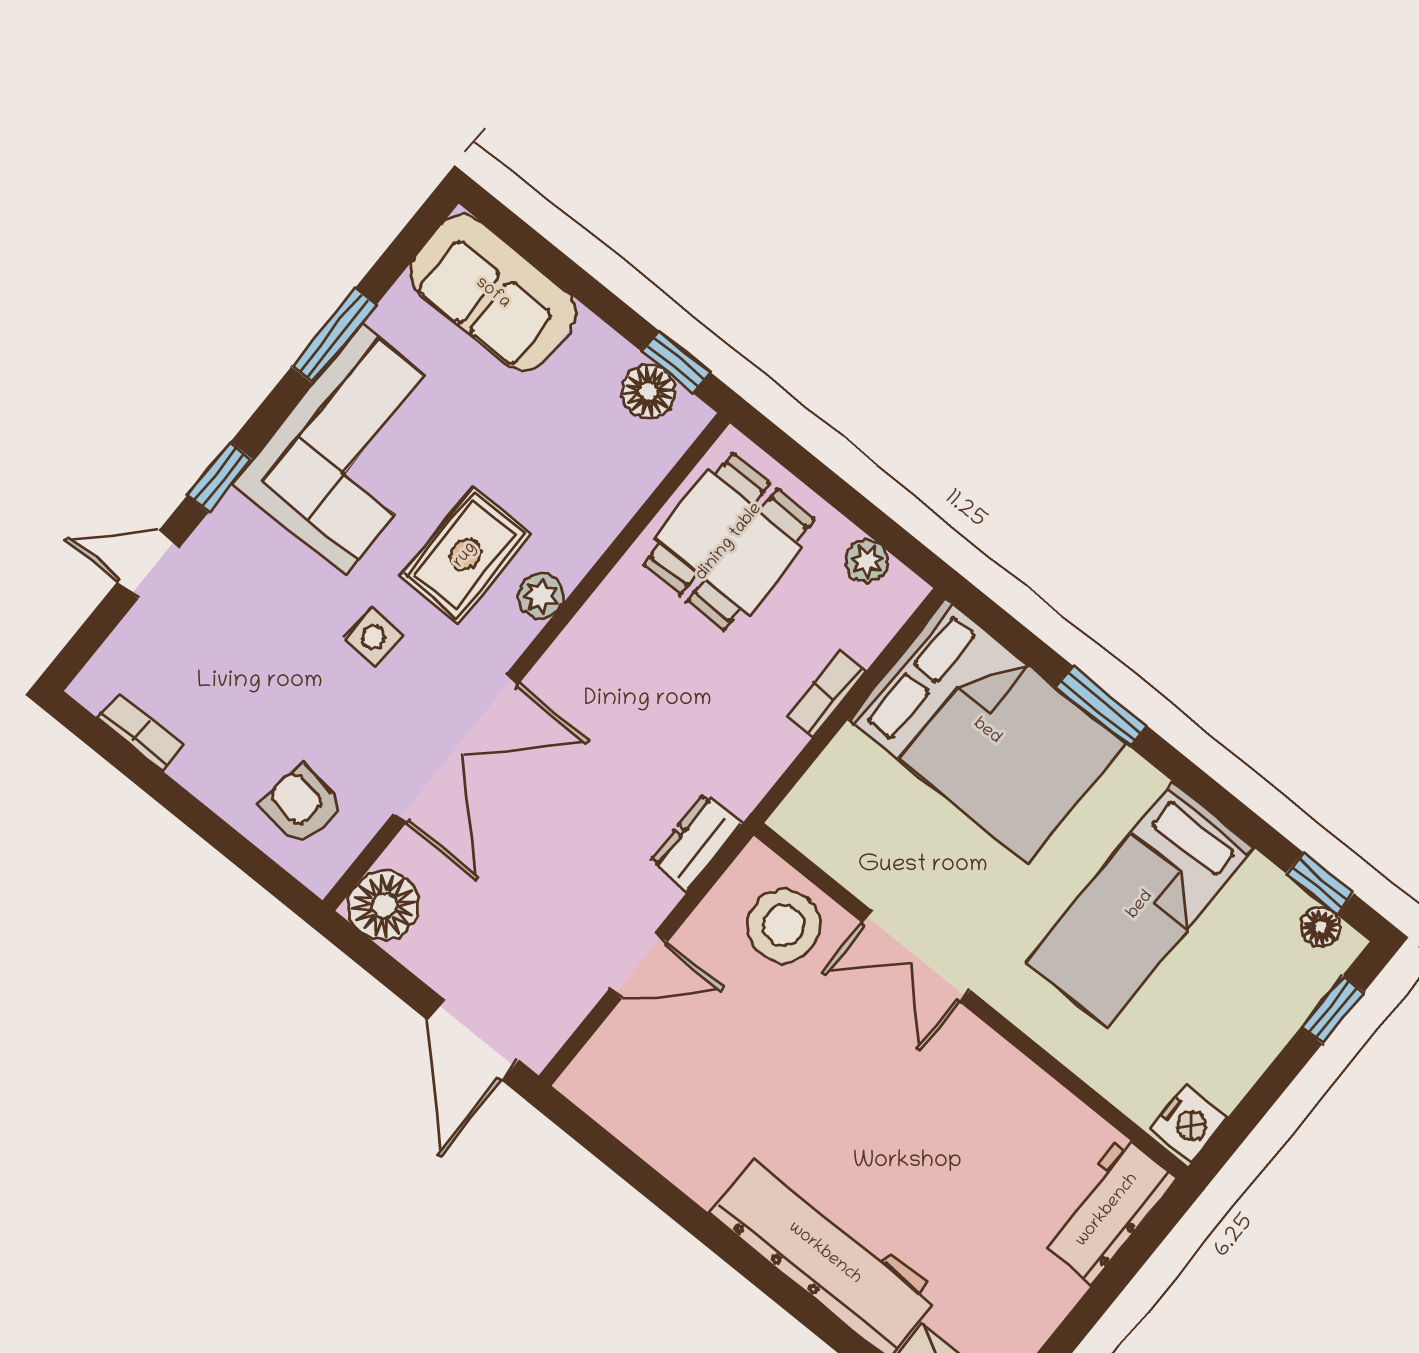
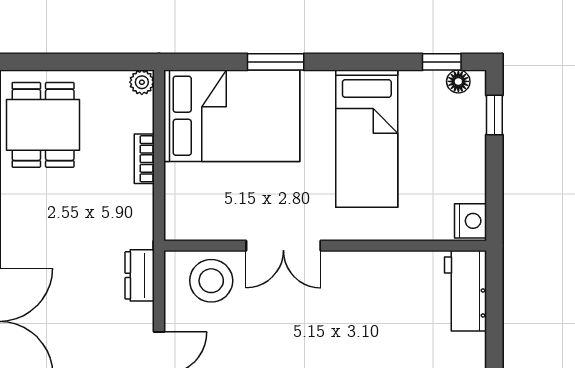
plant: (867, 561) -> (142, 82), moved

